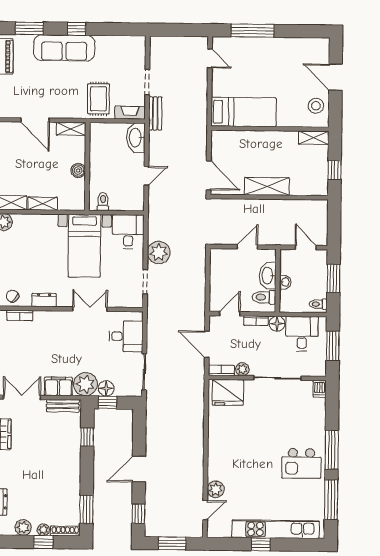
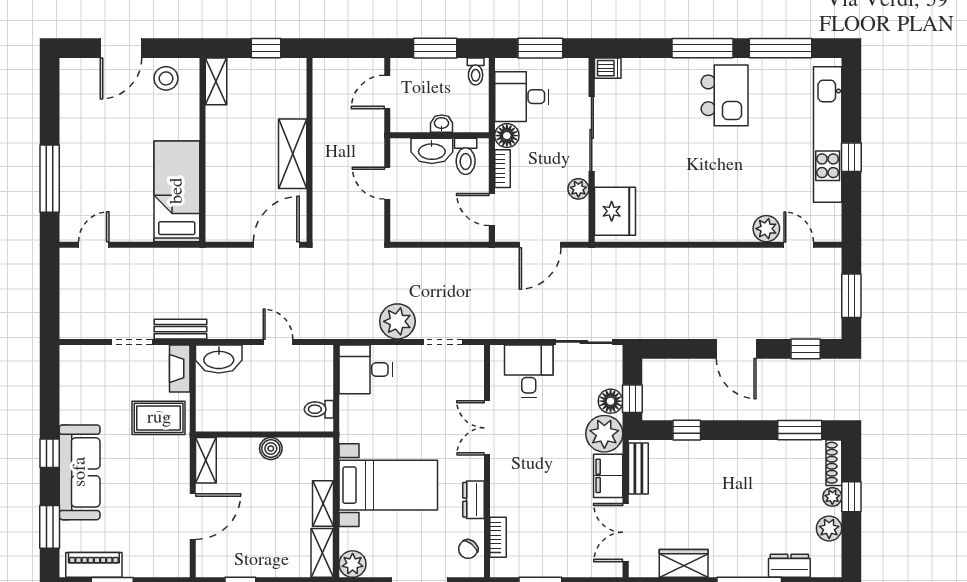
bed with nightstands: (84, 246) -> (388, 485), moved
bookcase: (221, 370) -> (581, 221), removed

